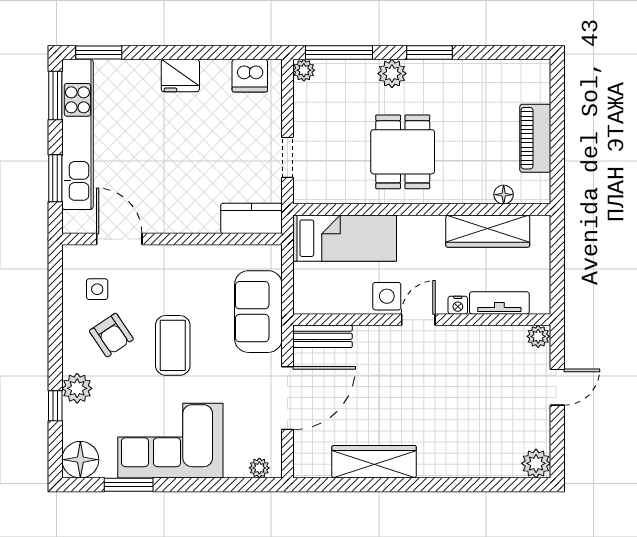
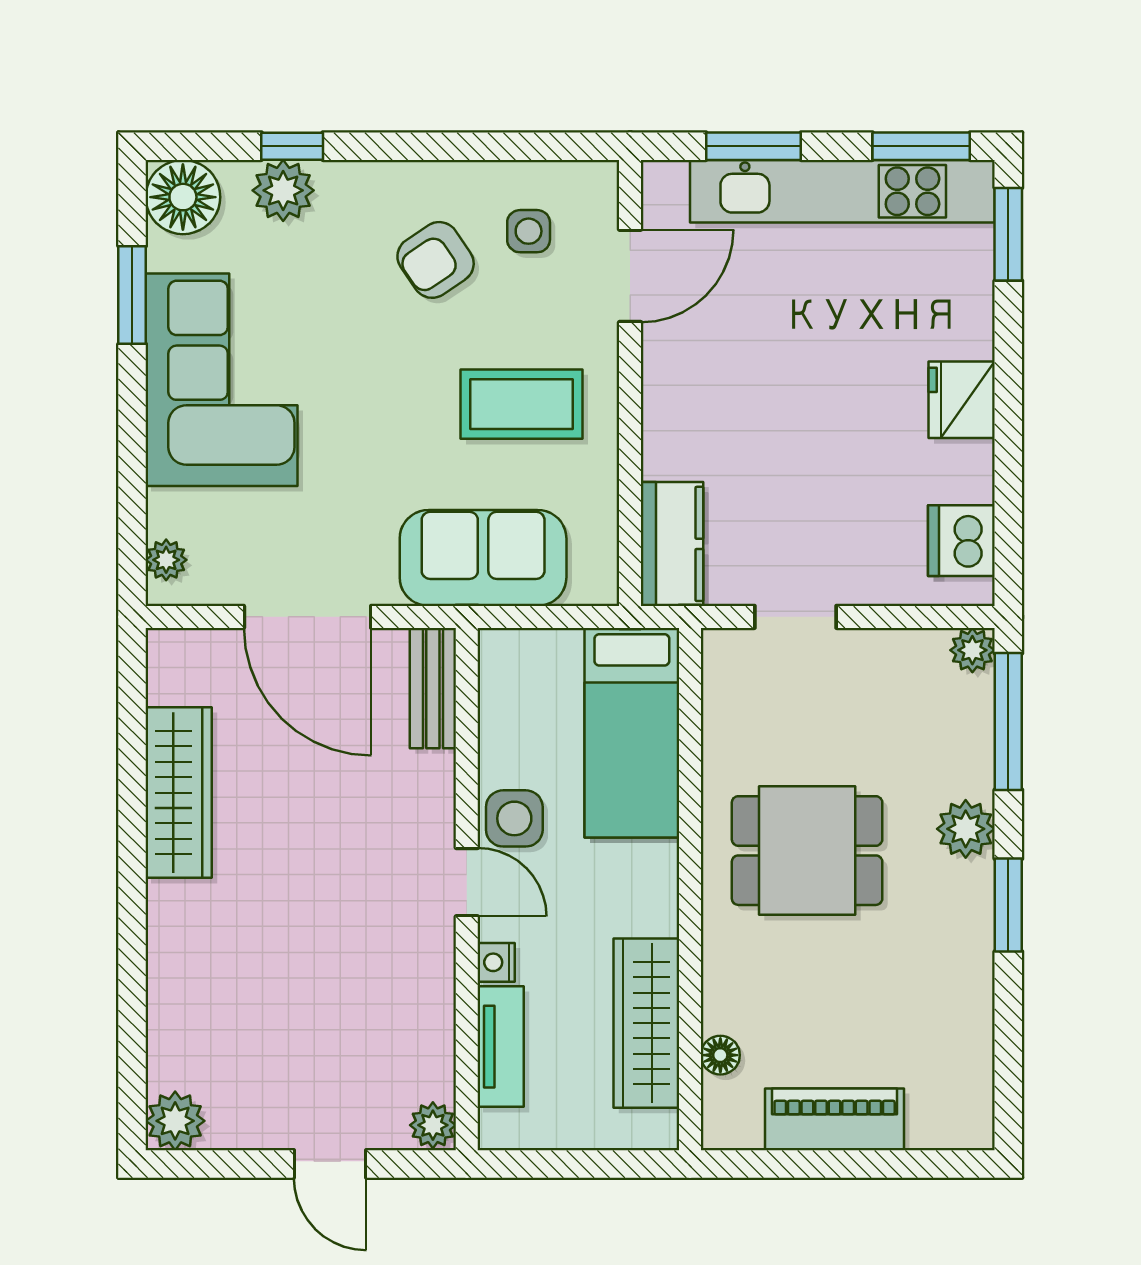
coffee table: (173, 345) -> (522, 404), moved
plant: (77, 388) -> (283, 190), moved

